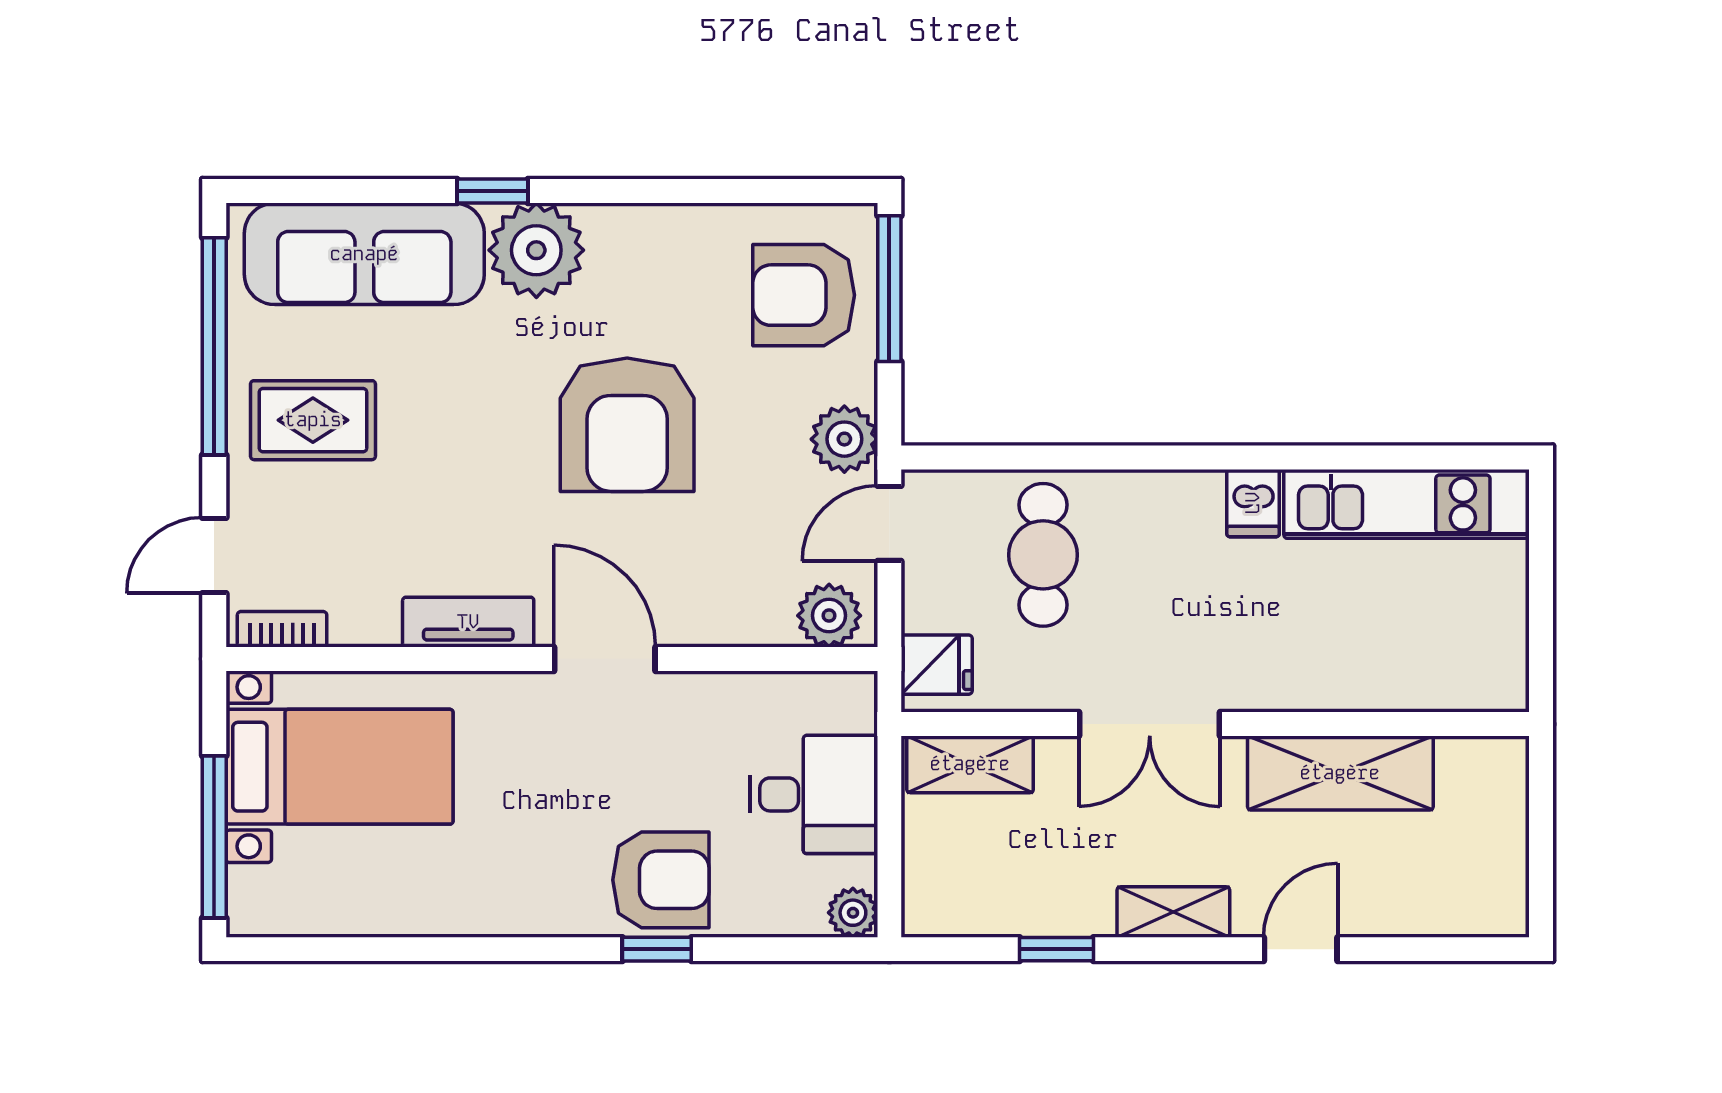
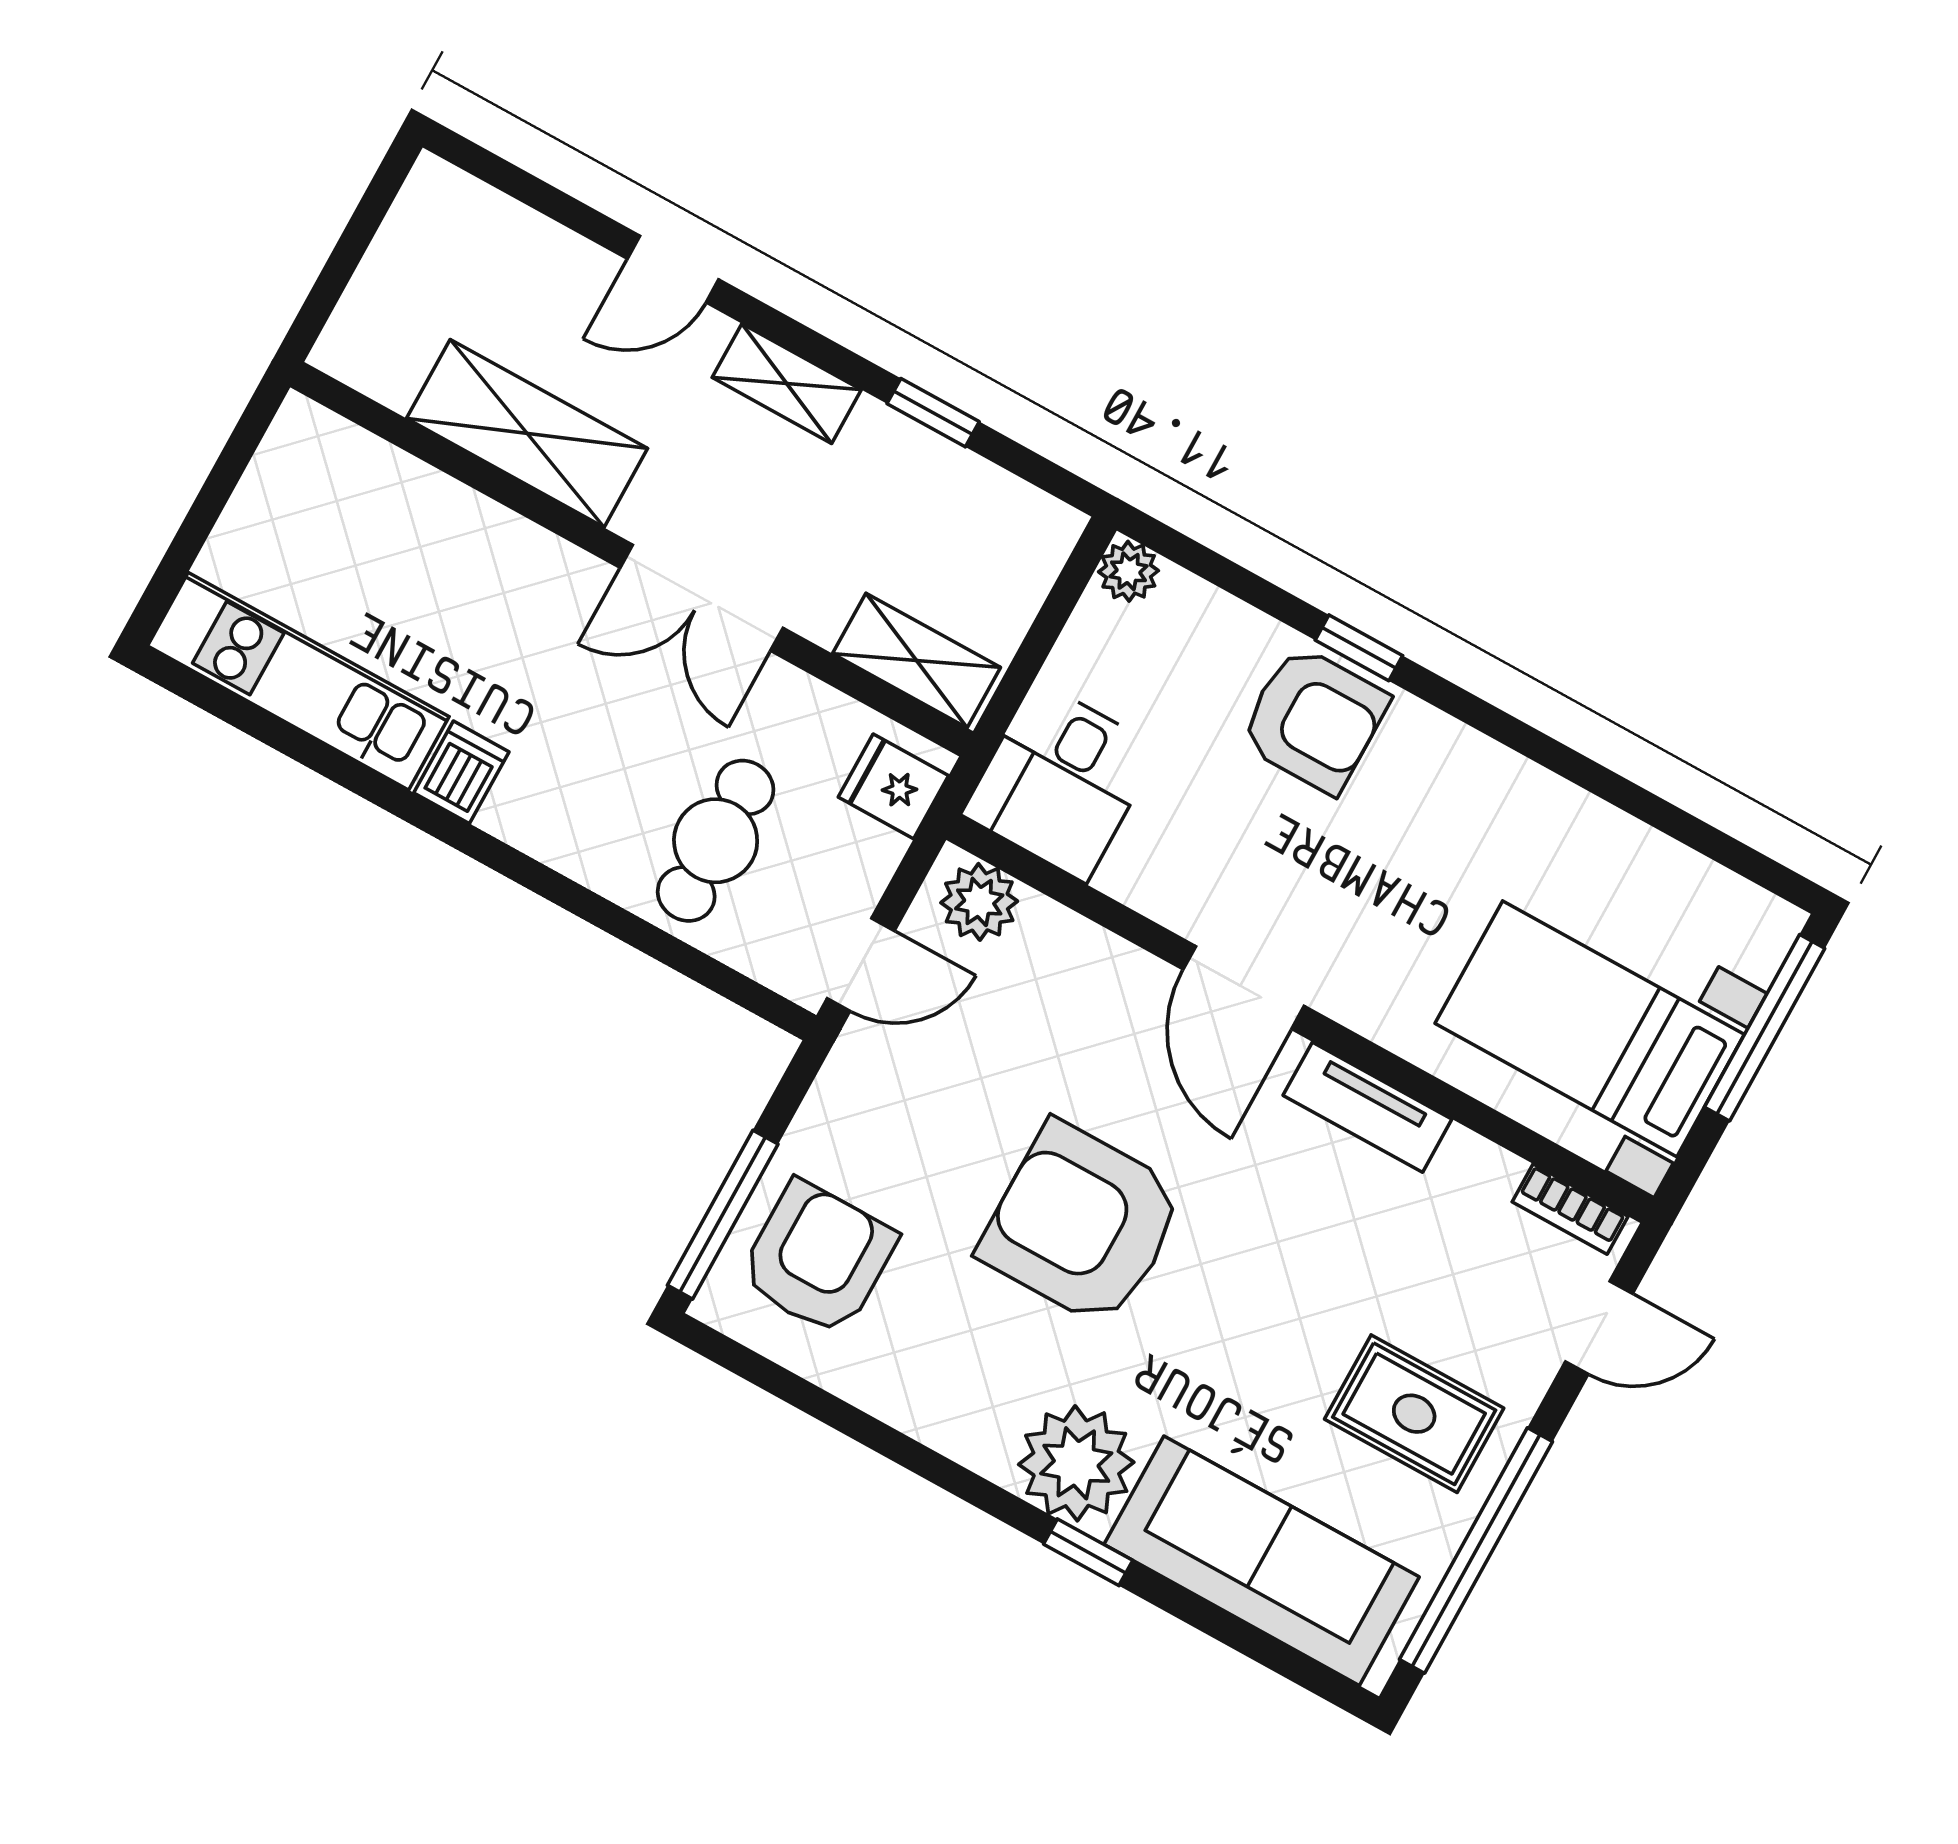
armchair: (804, 295) -> (818, 1258), turned -90
armchair: (627, 425) -> (1082, 1224), turned -90
plant: (844, 439) -> (859, 1081), removed
double door: (1150, 724) -> (702, 598), swing flipped
desk: (814, 794) -> (1061, 781), moved, turned -90
armchair: (661, 880) -> (1314, 719), turned 180

